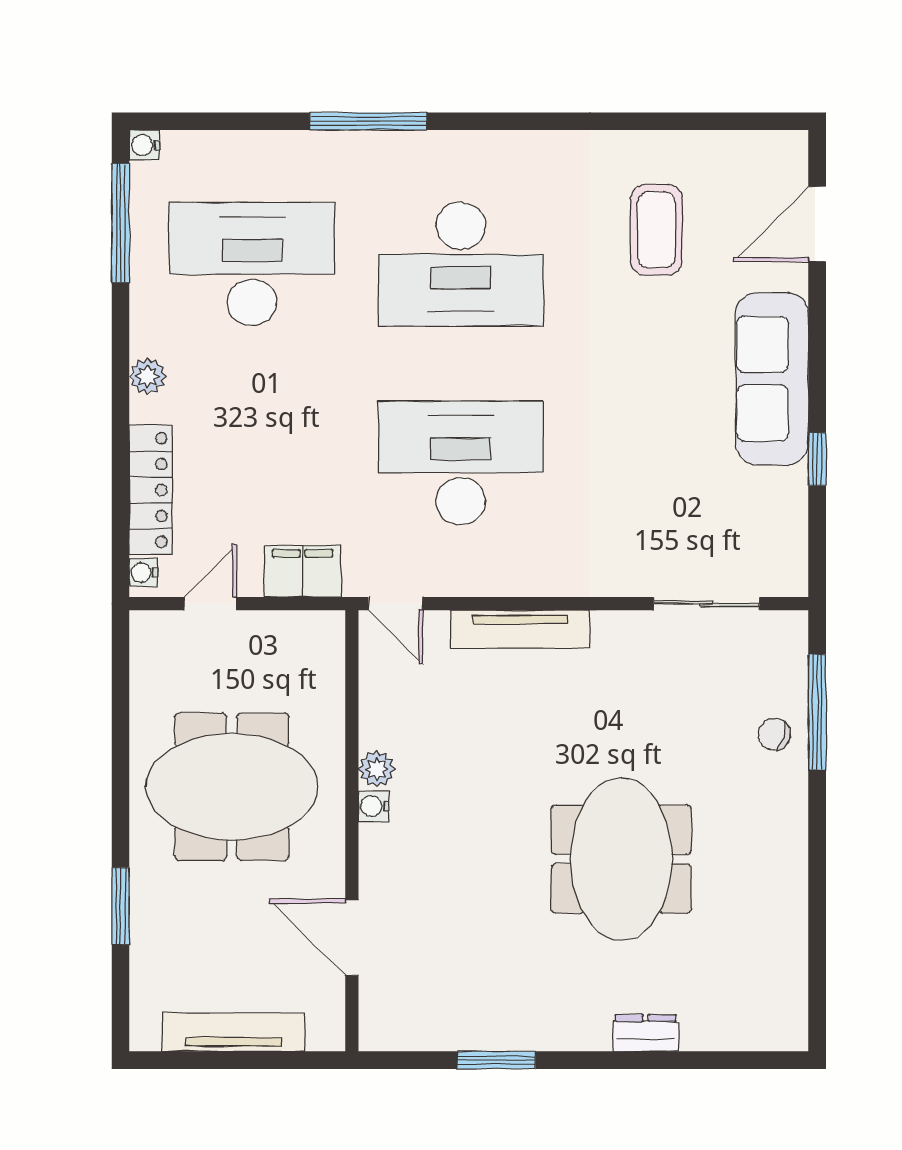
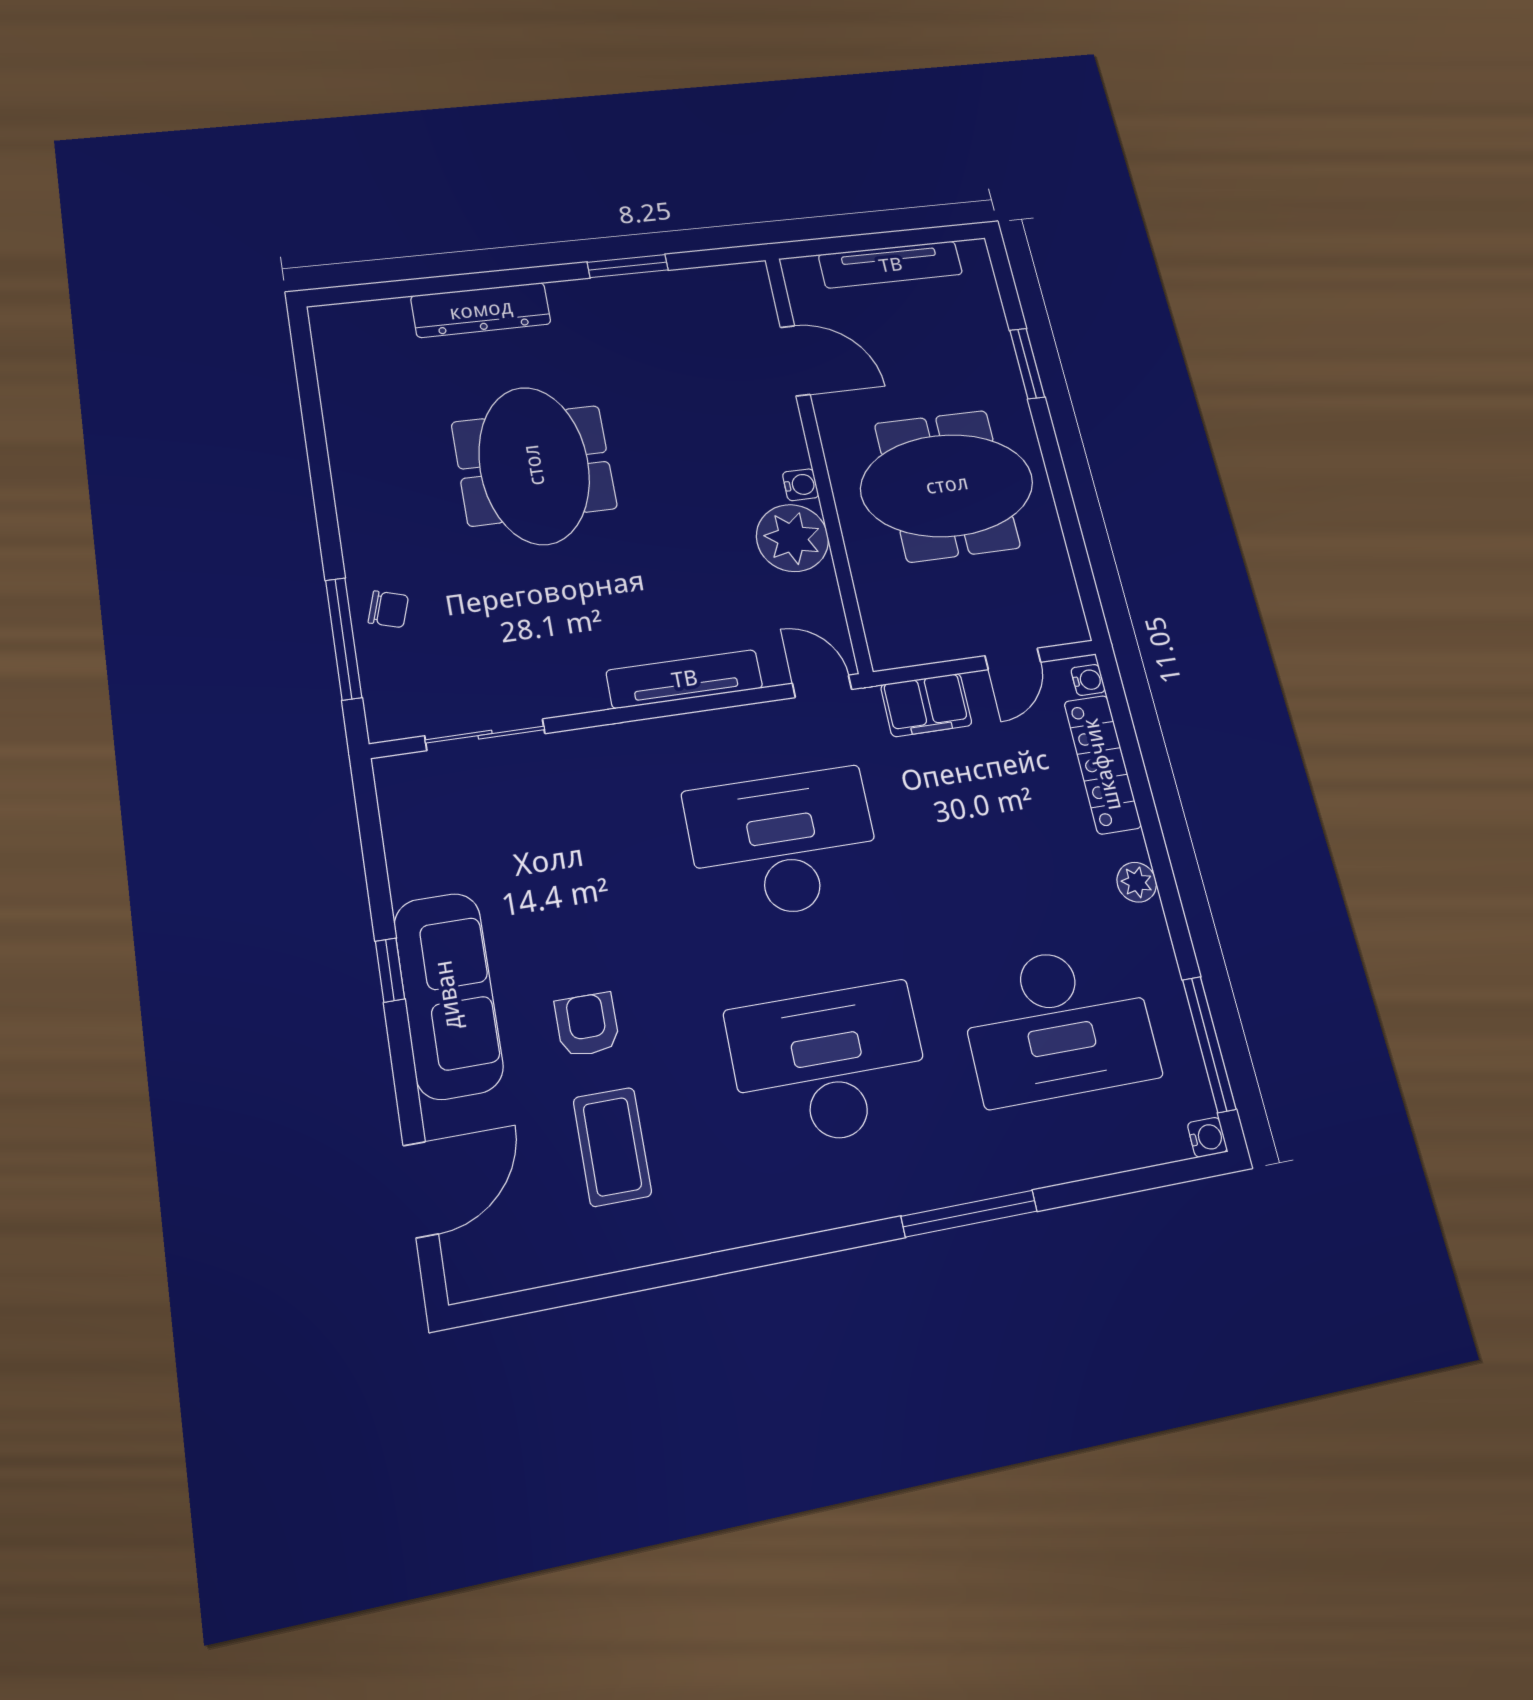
armchair: (660, 334) -> (587, 1025), added
window: (817, 459) -> (390, 970), moved
desk: (461, 463) -> (784, 844), turned 180
plant: (377, 769) -> (792, 538), width x1.88, depth x1.88
dresser: (646, 1033) -> (481, 310), width x1.96, depth x1.24

